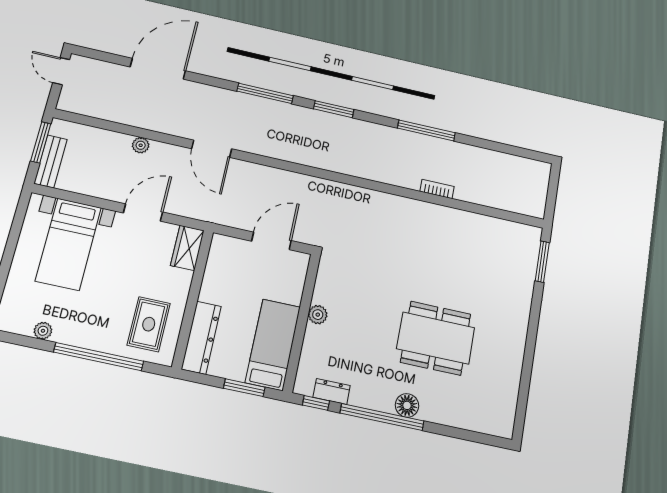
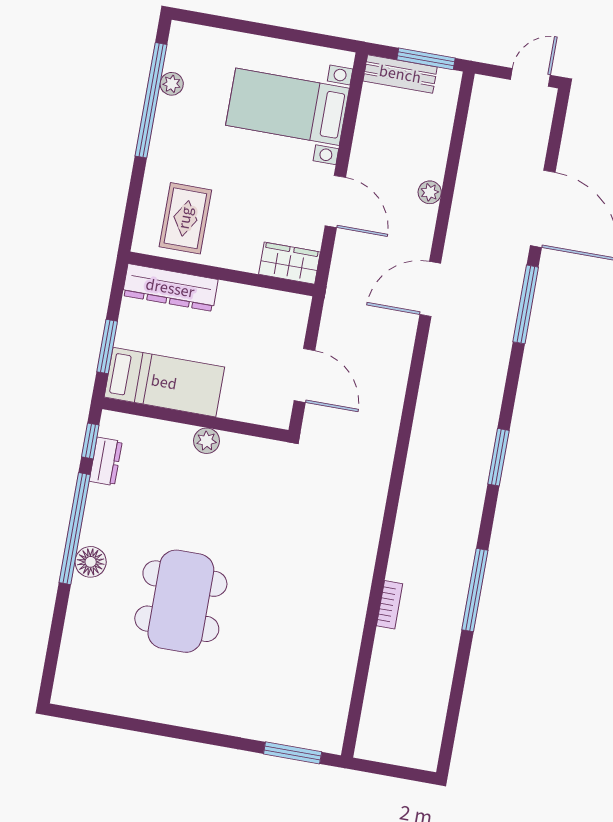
window: (265, 93) -> (526, 304), moved
rug: (149, 324) -> (185, 218), turned 90
window: (99, 357) -> (151, 100), moved

